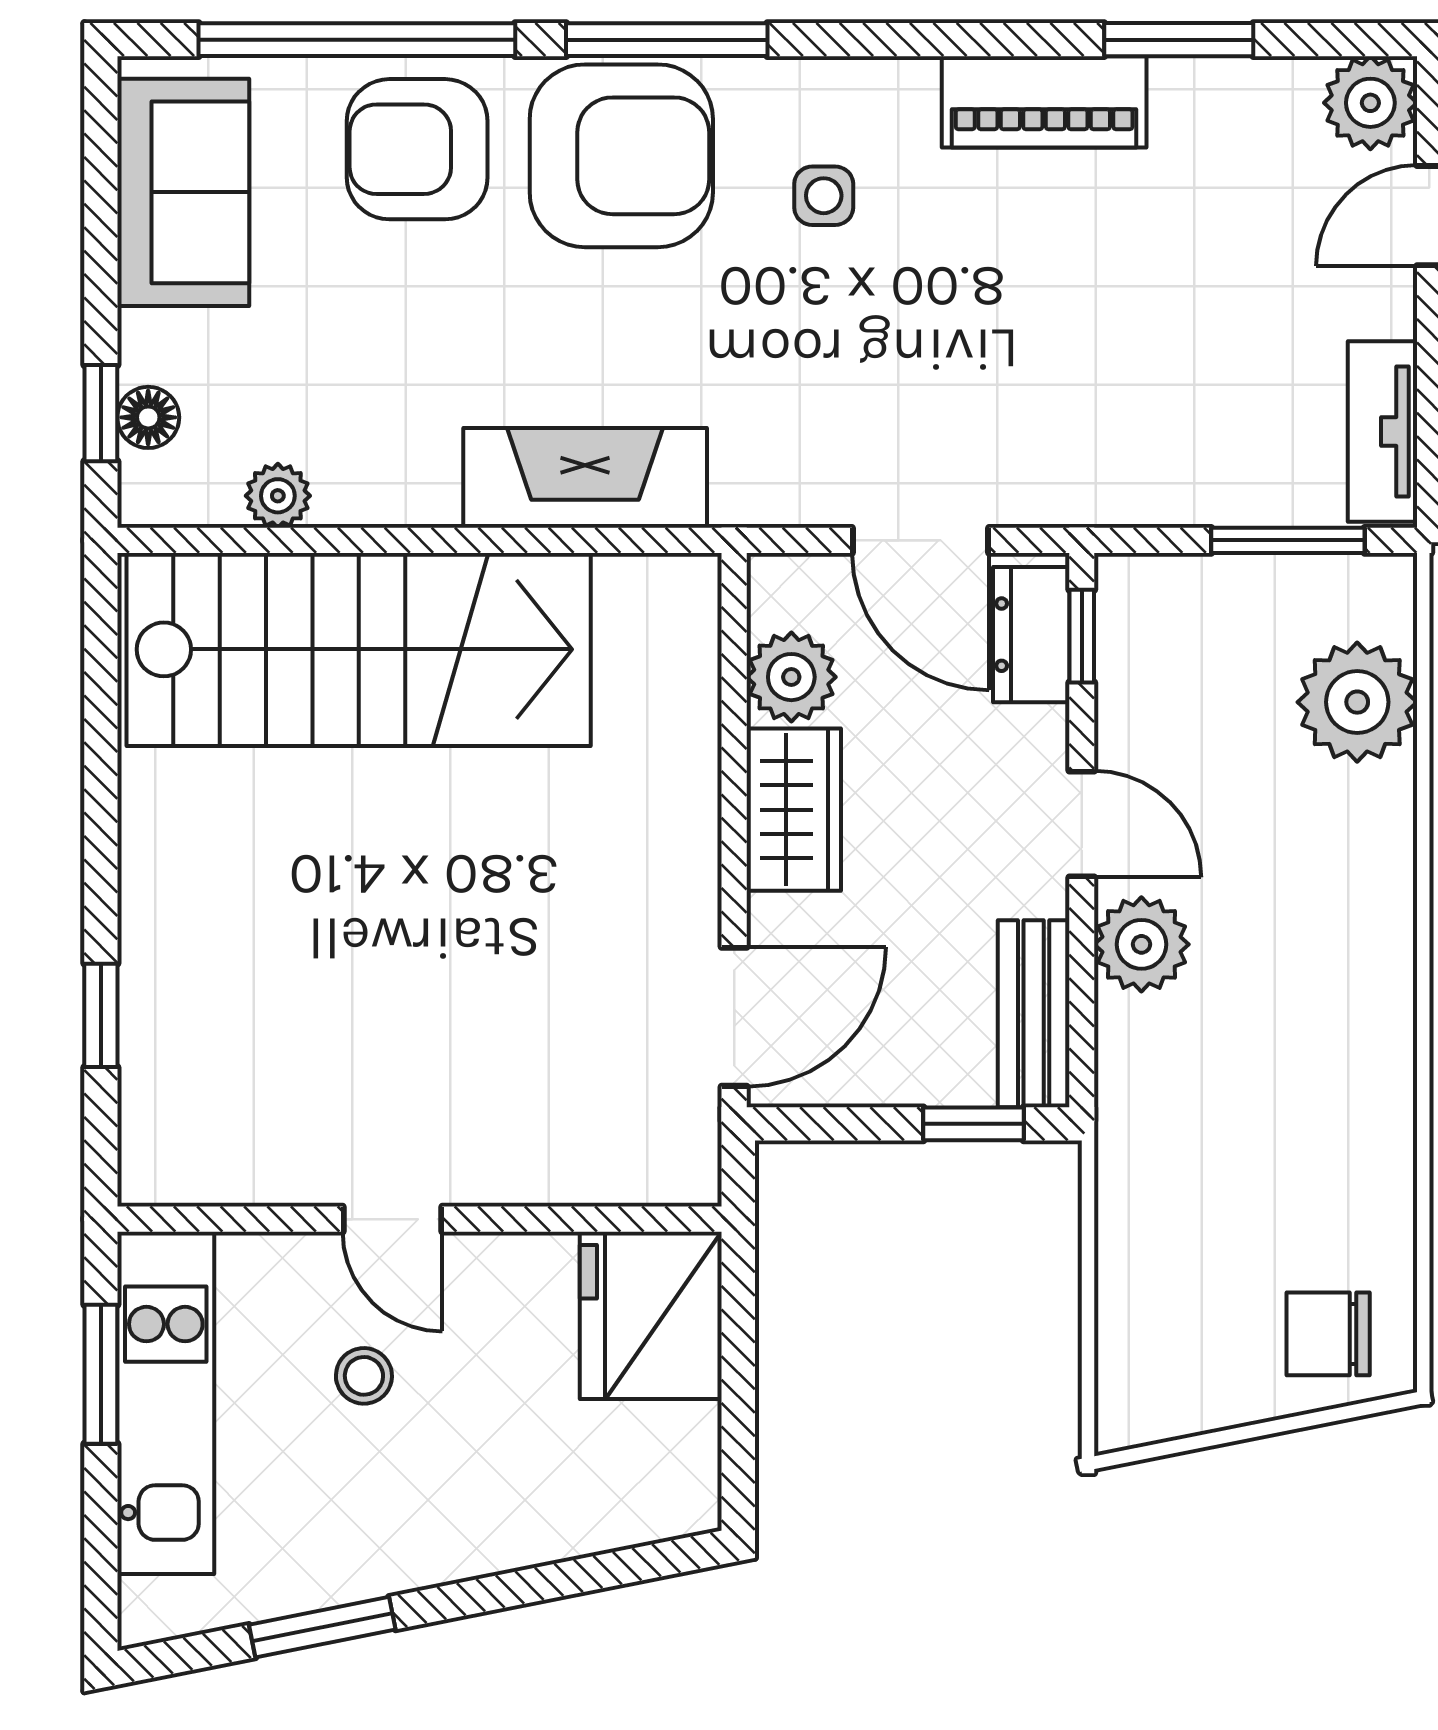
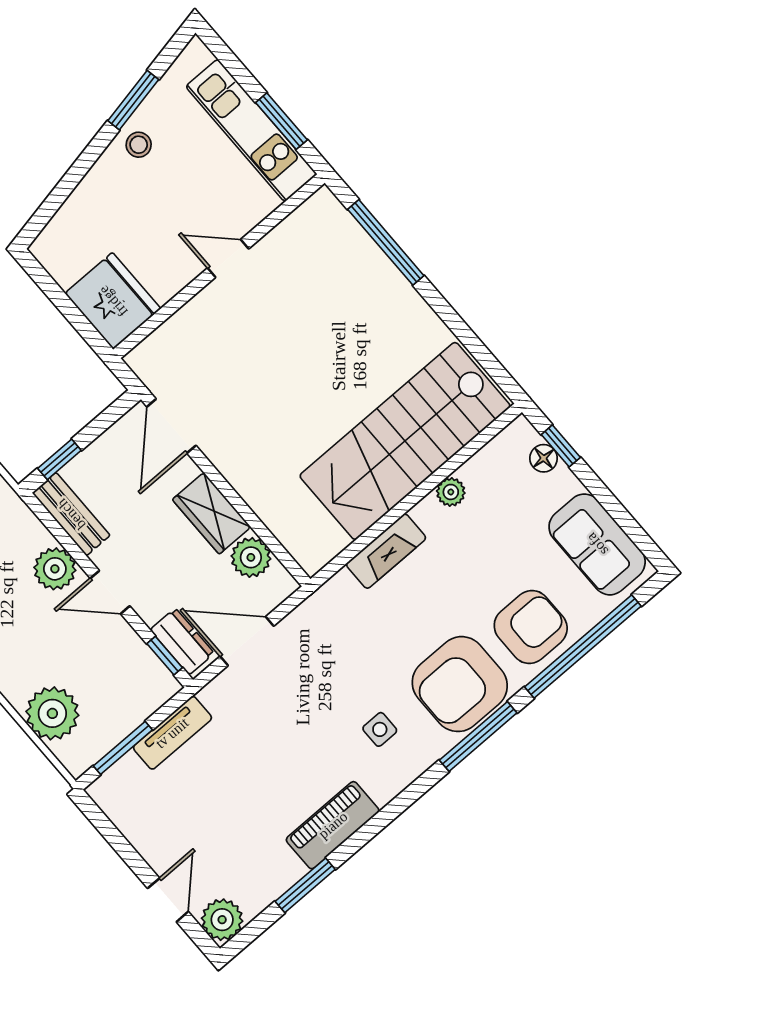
tv unit: (1382, 432) -> (172, 733), moved, turned 90
fireplace: (585, 478) -> (386, 551), width x0.73, depth x0.76
plant: (278, 496) -> (451, 492), moved
window: (101, 1015) -> (386, 242), width x2.17
stool: (364, 1376) -> (139, 145), moved

